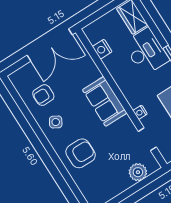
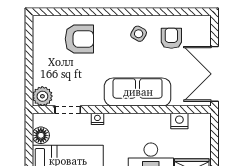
sofa: (105, 101) -> (138, 92), width x1.36
armchair: (81, 153) -> (79, 39), moved, turned -90
plant: (138, 172) -> (42, 96), moved

